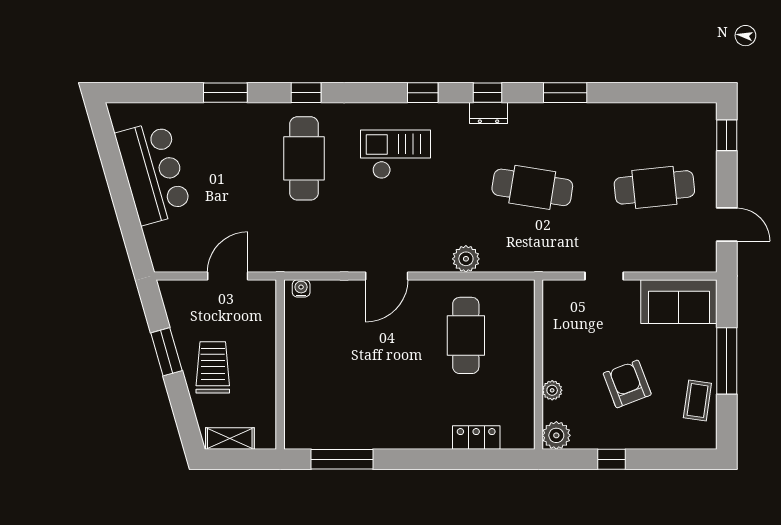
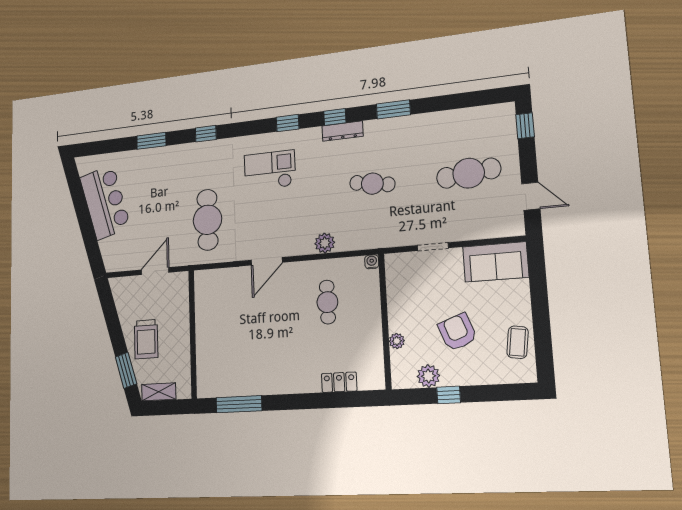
dresser: (489, 113) -> (342, 131), width x1.44
cafe table: (304, 158) -> (207, 220), moved
cafe table: (532, 187) -> (372, 184), width x0.73, depth x0.74
water cooler: (301, 288) -> (372, 262), moved
cafe table: (466, 335) -> (327, 302), width x0.73, depth x0.74
window: (166, 352) -> (126, 370), moved
window: (727, 361) -> (540, 308), removed
trolley: (213, 367) -> (146, 339), turned 180
plant: (556, 435) -> (428, 376), moved

